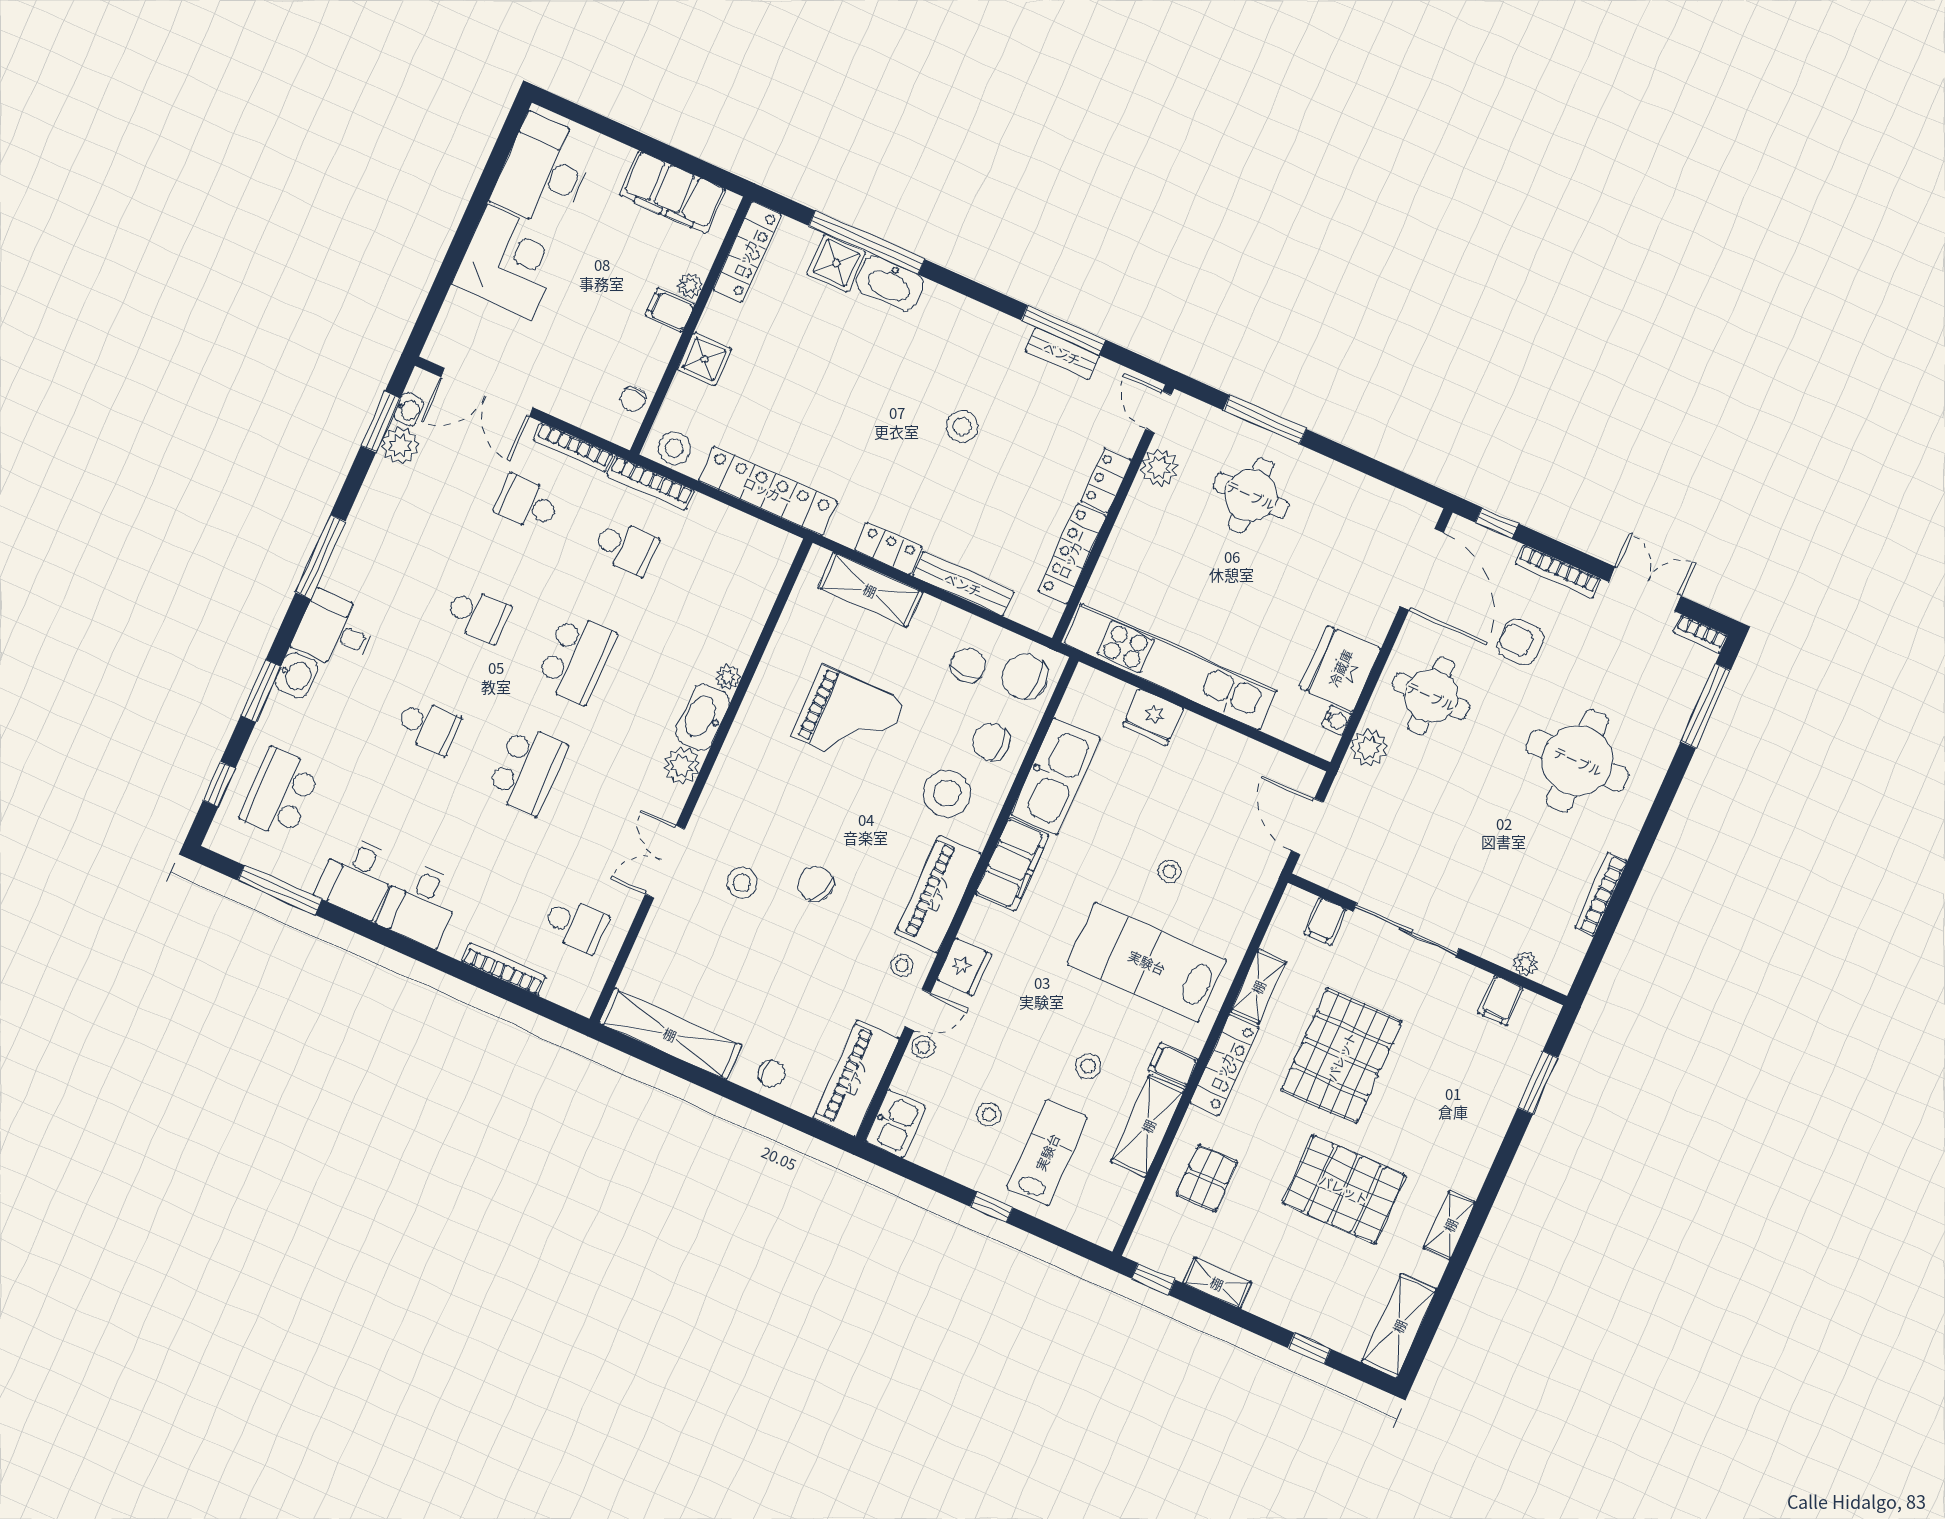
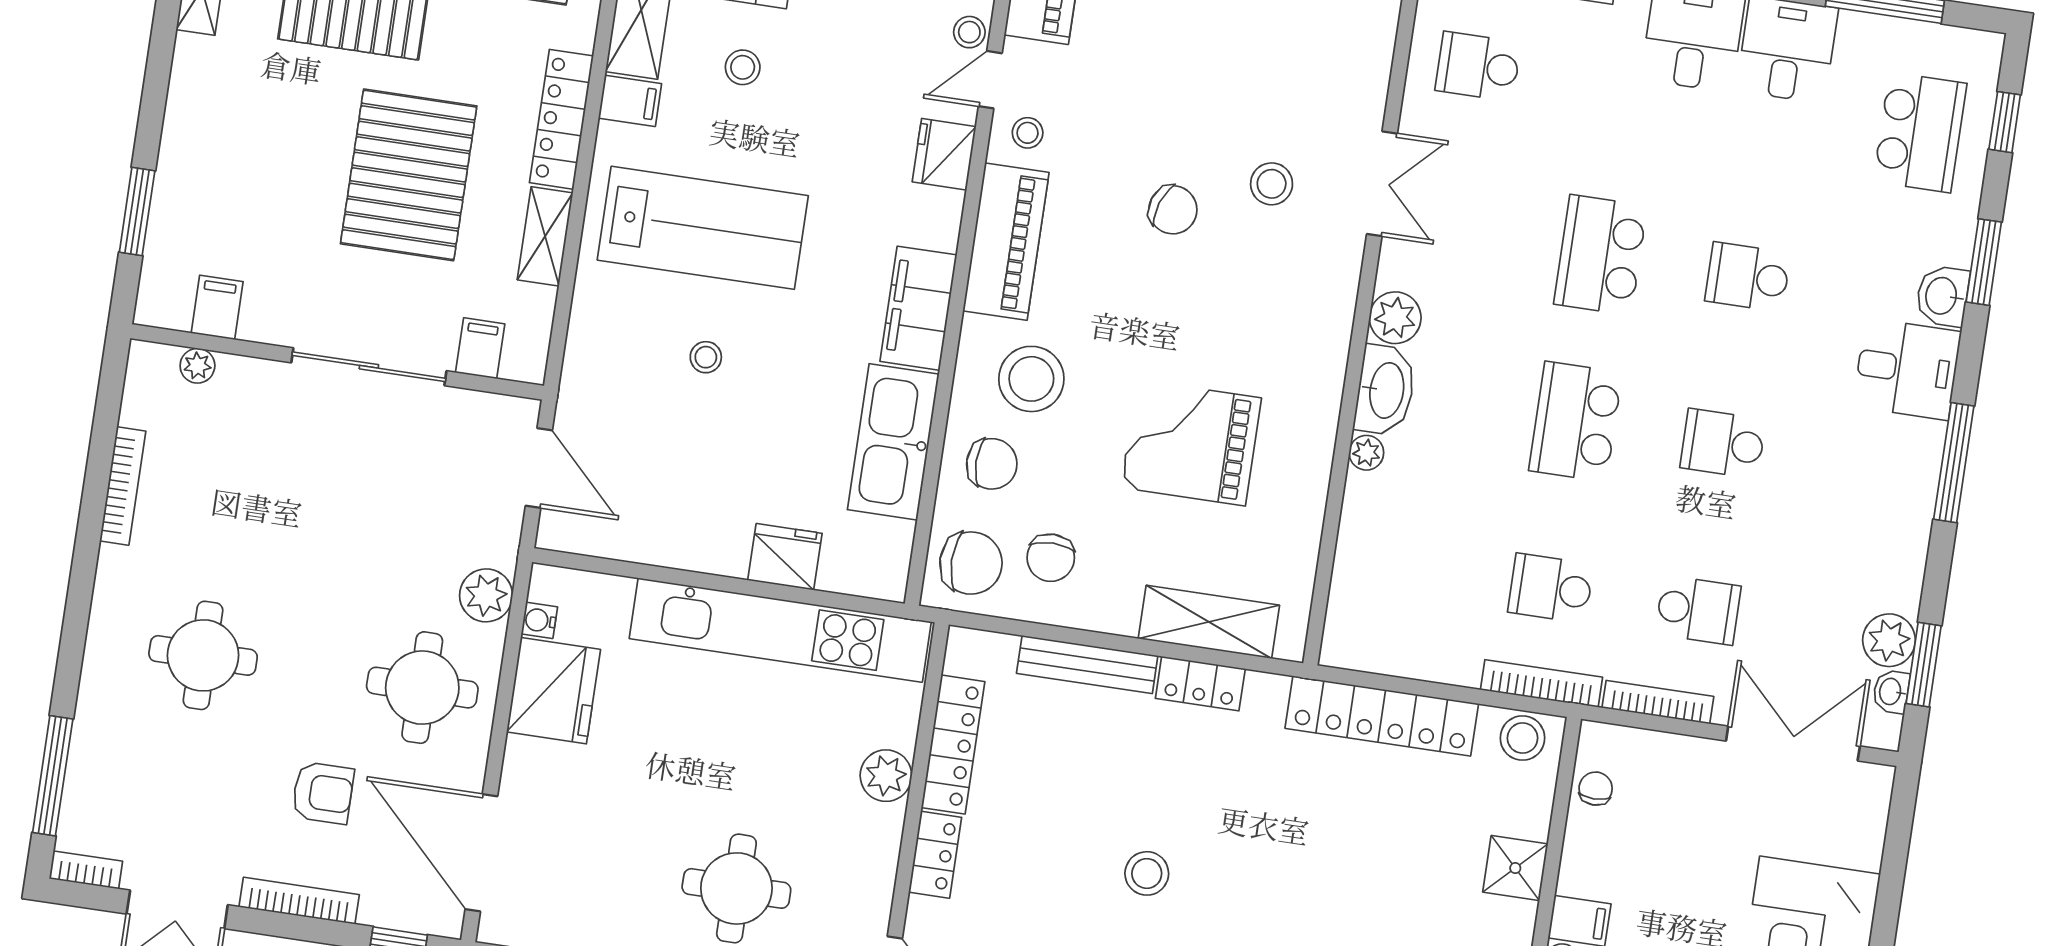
plant: (1159, 468) -> (886, 776), moved
round table: (1578, 761) -> (203, 655), width x0.73, depth x0.73

